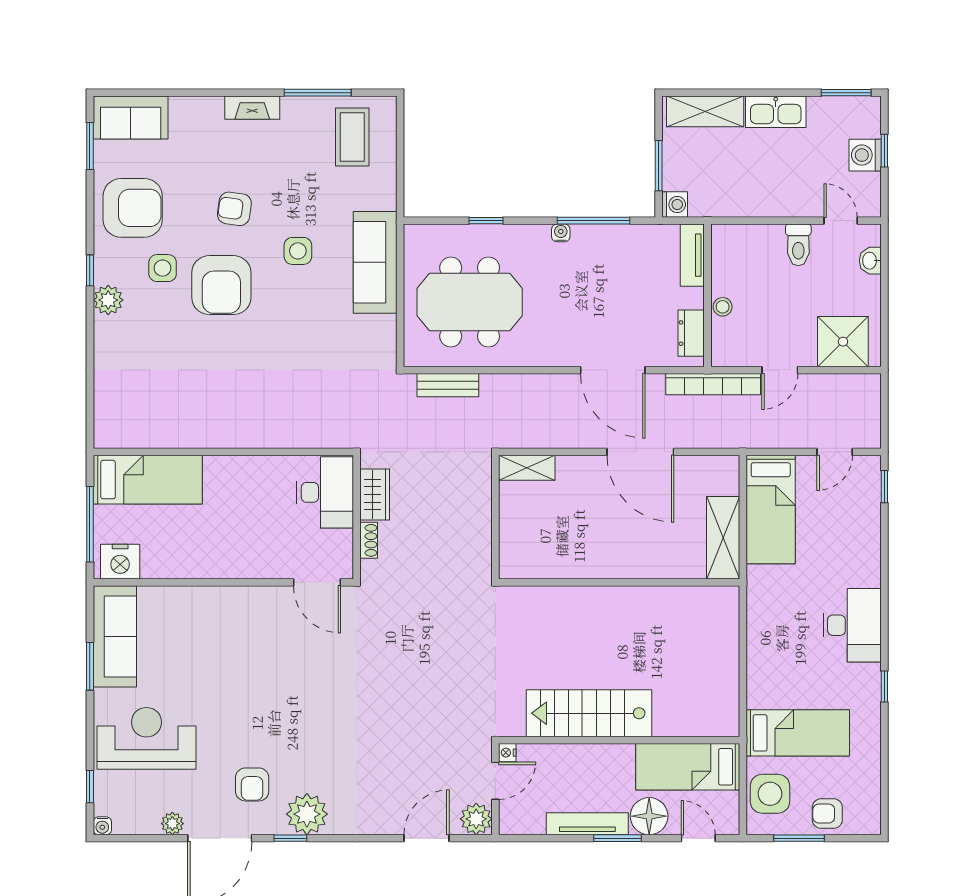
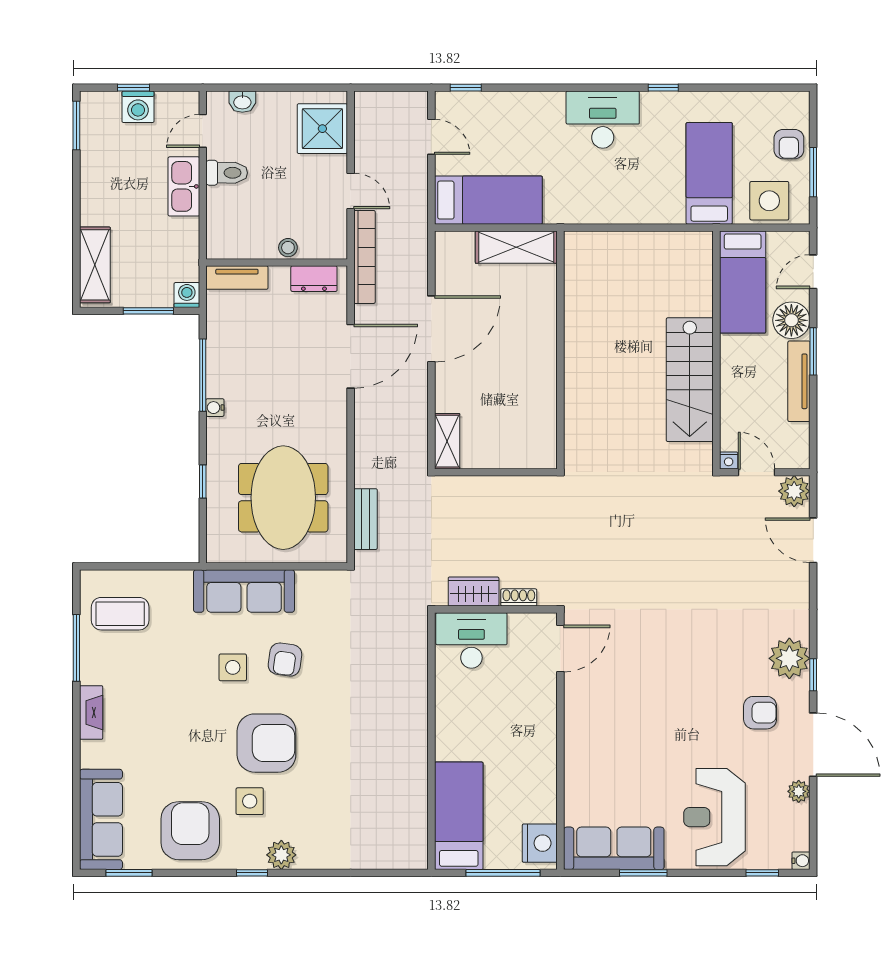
kitchen sink: (776, 112) -> (184, 186), moved, turned 180
sofa: (131, 118) -> (101, 819), width x1.36
armchair: (234, 209) -> (285, 660), moved

